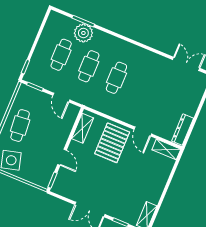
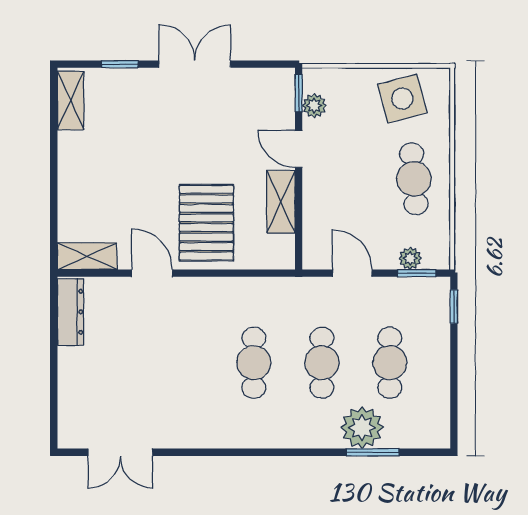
plant: (35, 94) -> (410, 258), added
shelving: (83, 128) -> (281, 202), moved
plant: (48, 172) -> (314, 106), added

